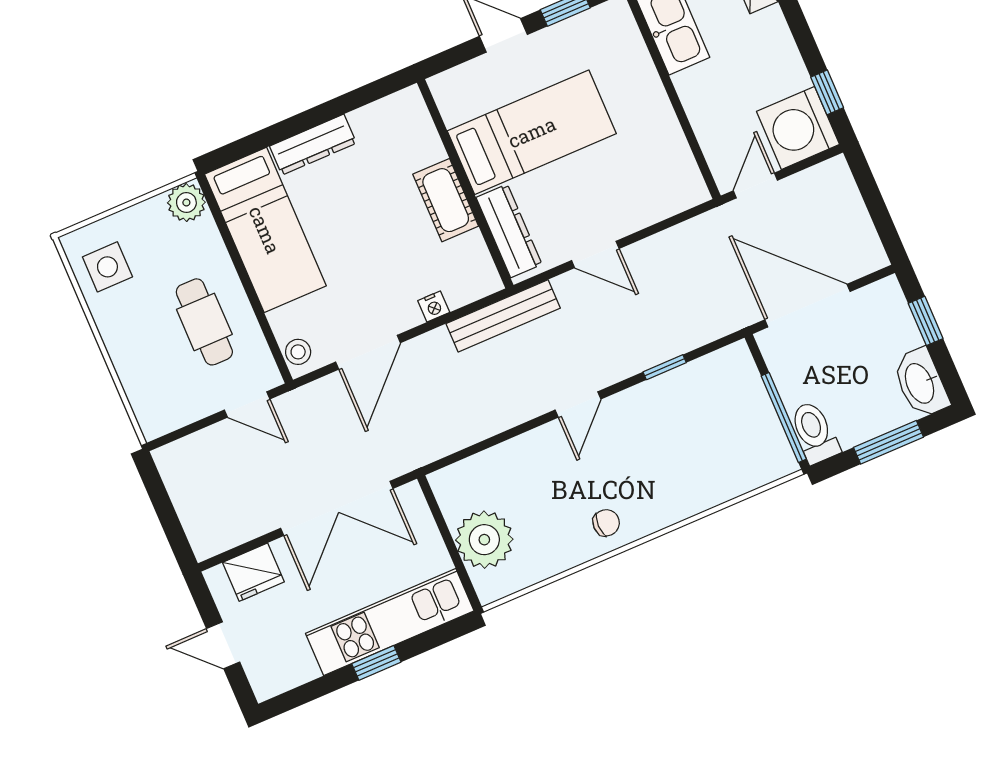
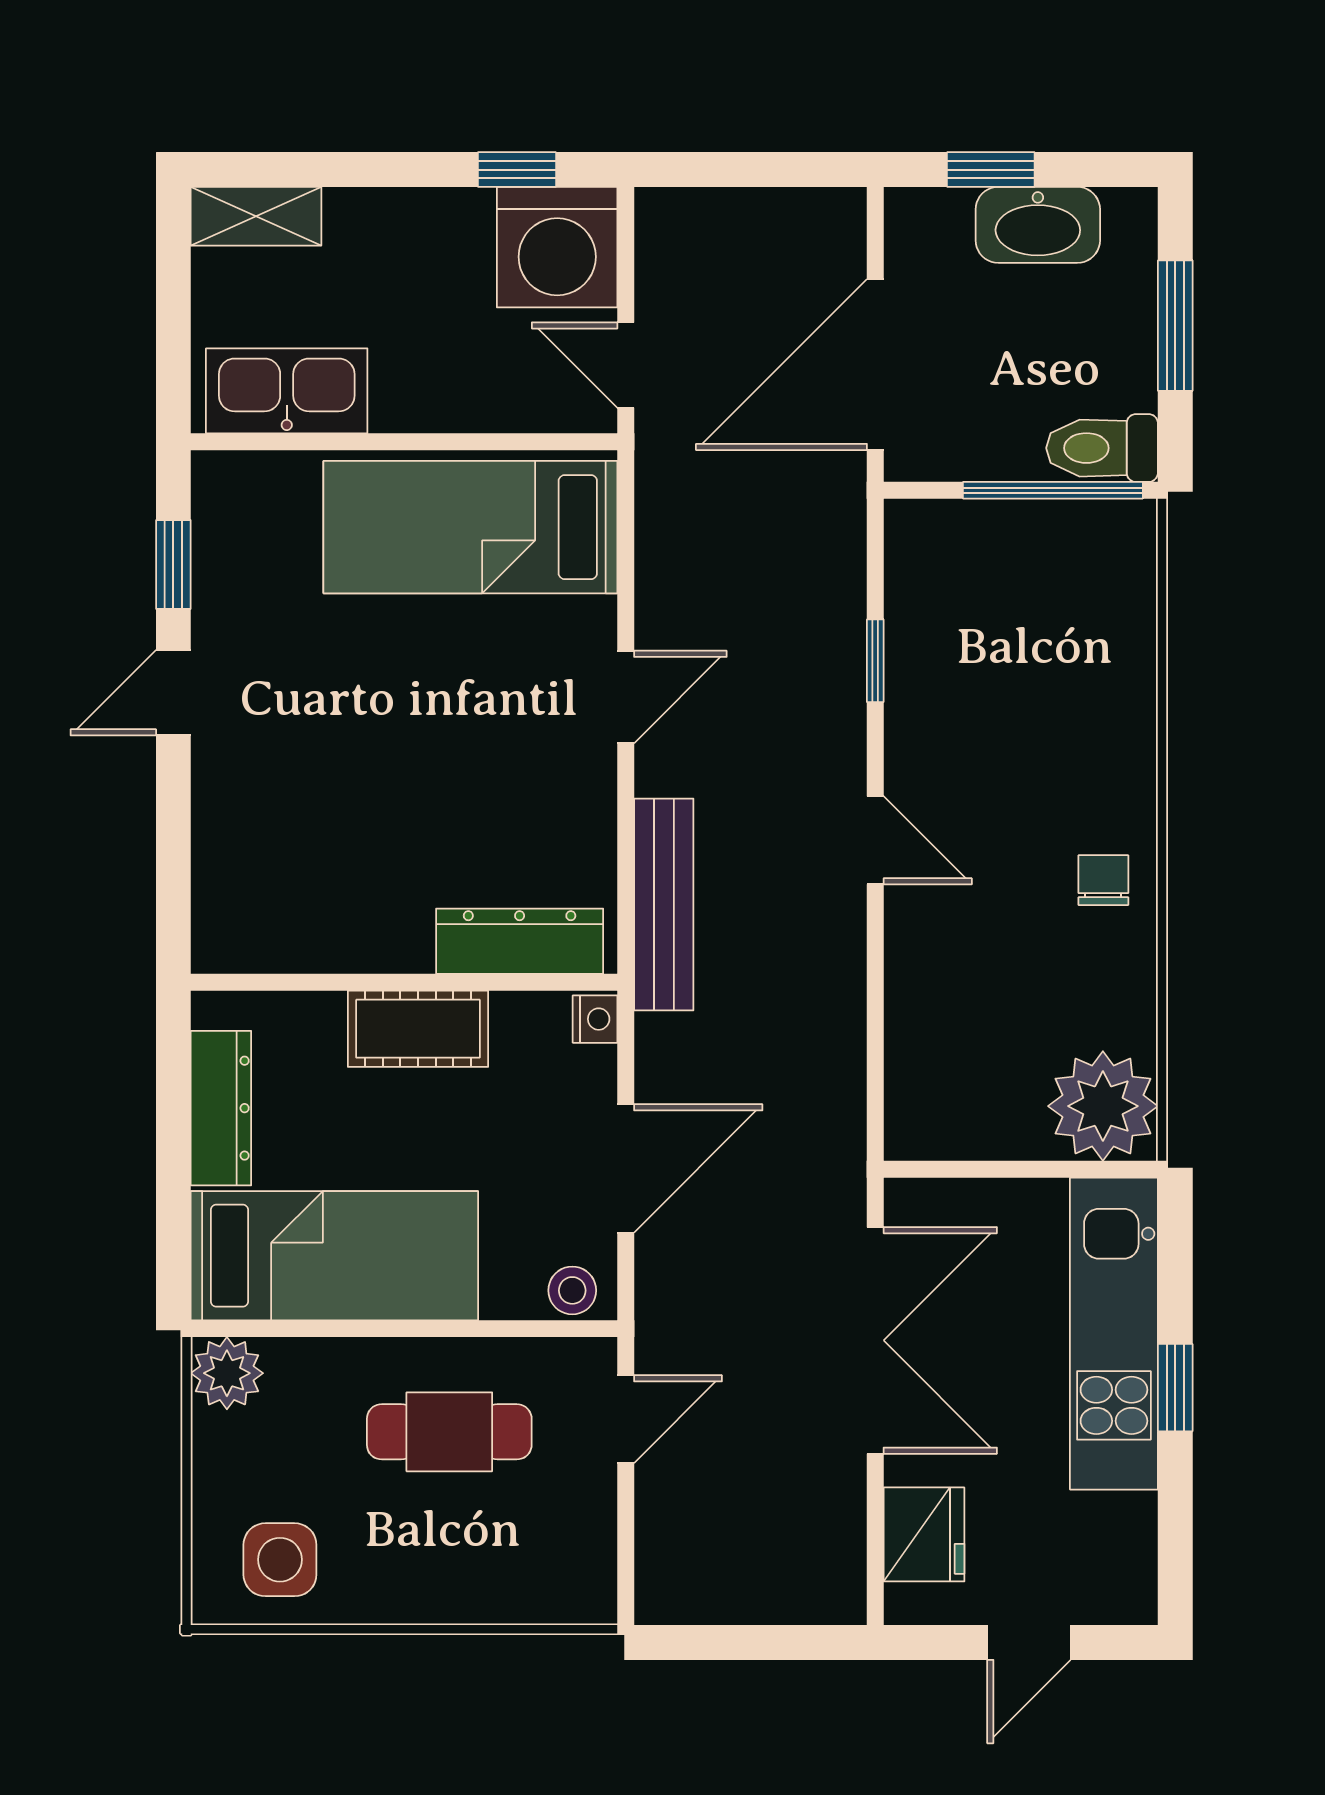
bed: (532, 132) -> (470, 527), moved, turned -90
wall: (465, 184) -> (404, 982), moved
cot: (446, 200) -> (418, 1029), moved
dresser: (509, 231) -> (520, 941), moved
door: (368, 352) -> (626, 1168), hinge flipped
washbasin: (921, 383) -> (1038, 225), moved
plant: (484, 540) -> (1103, 1106), moved

